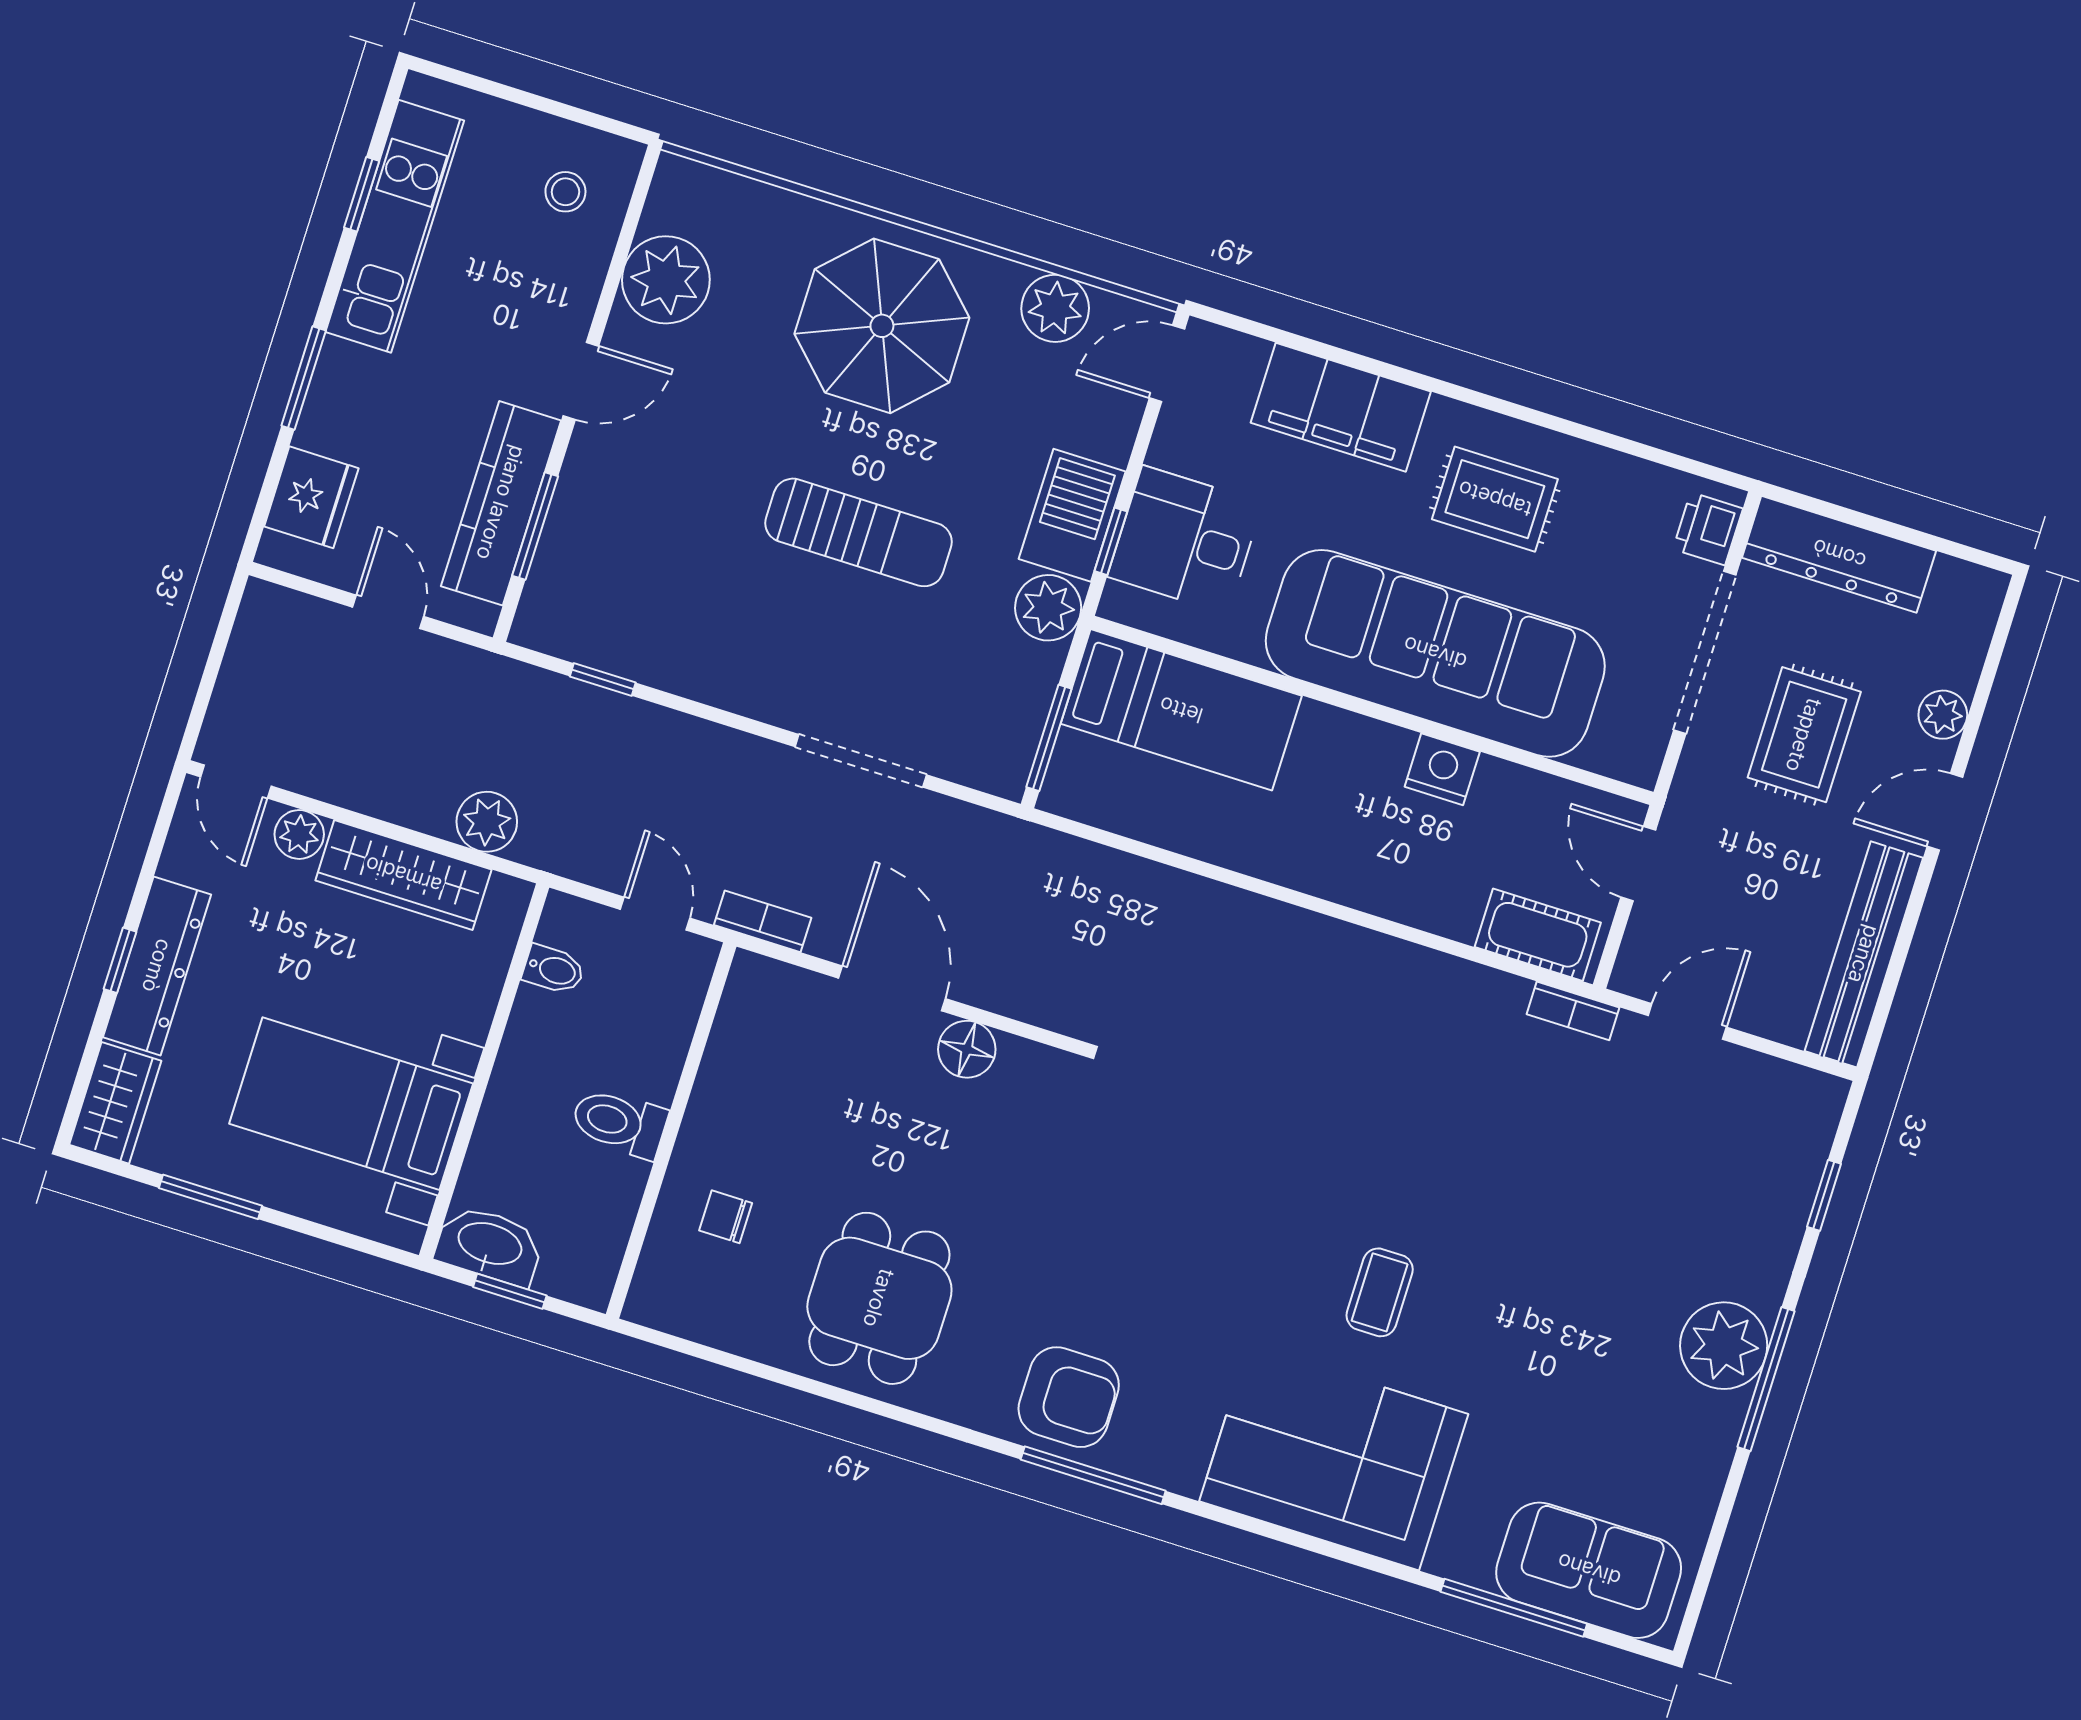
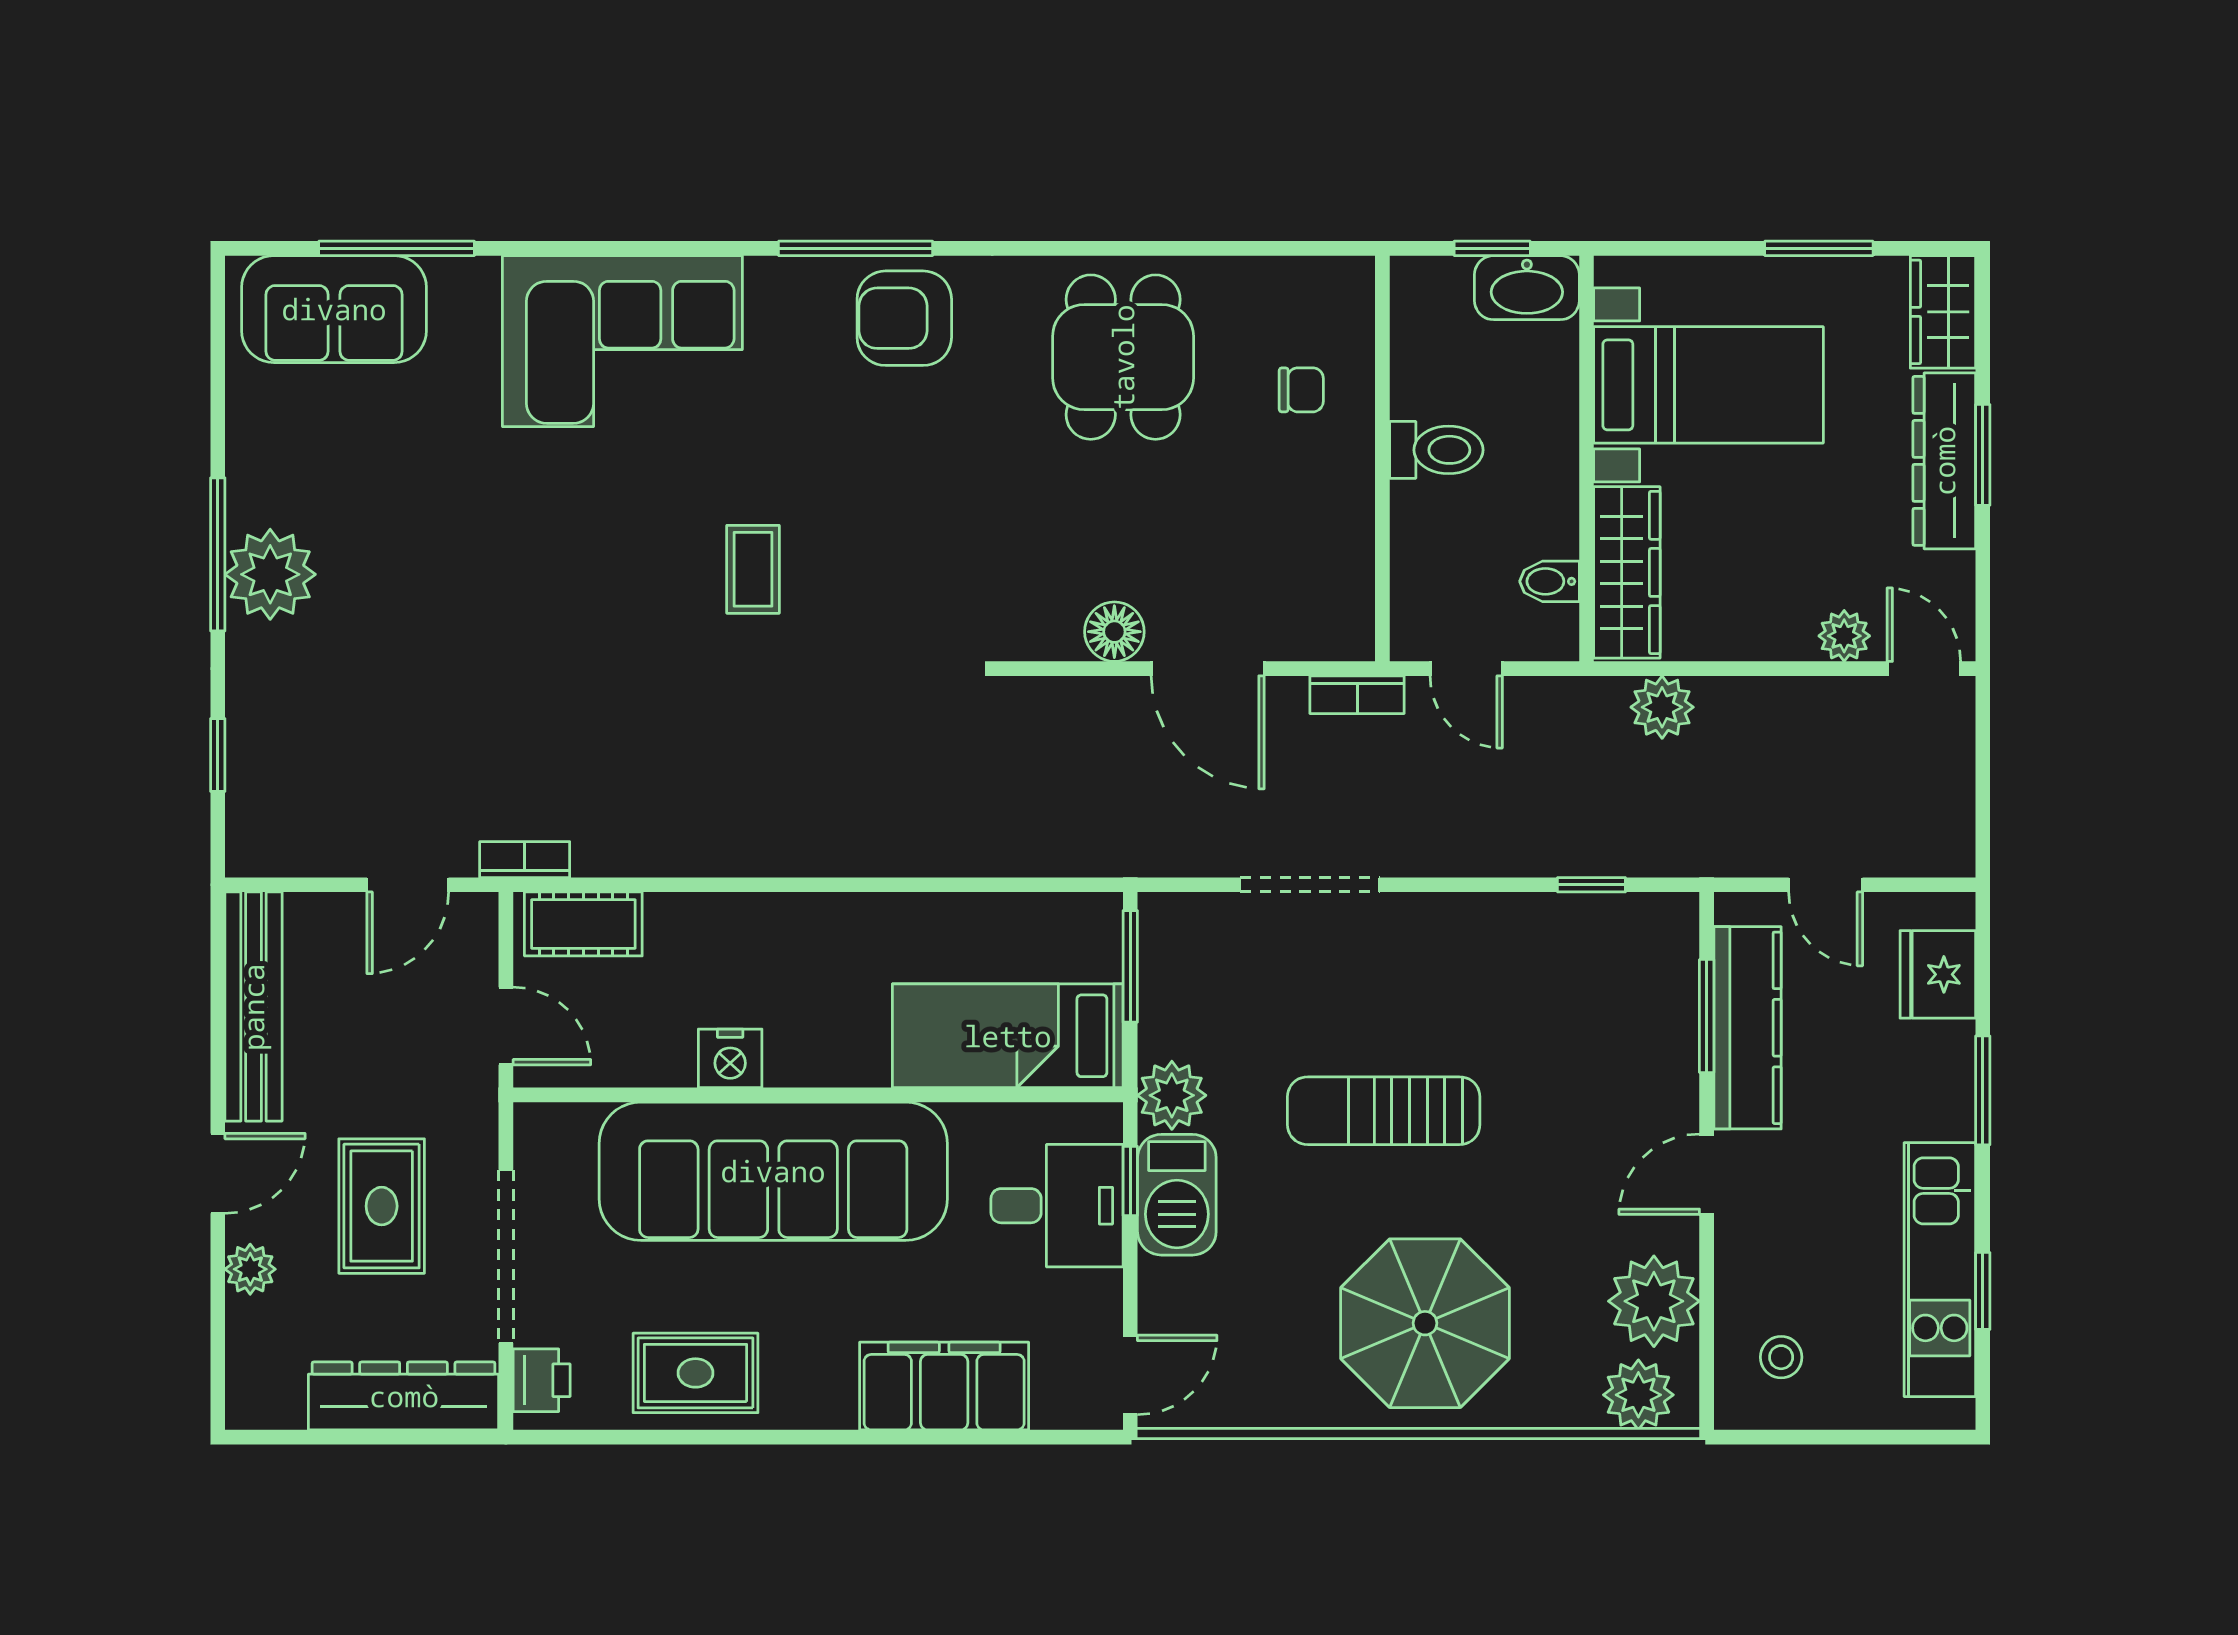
plant: (1055, 308) -> (1638, 1395), moved
rug: (1495, 499) -> (695, 1373), moved
wardrobe: (403, 875) -> (1627, 572), moved, turned 90
window: (120, 960) -> (1983, 455), width x1.50
coffee table: (1380, 1292) -> (753, 569), moved

